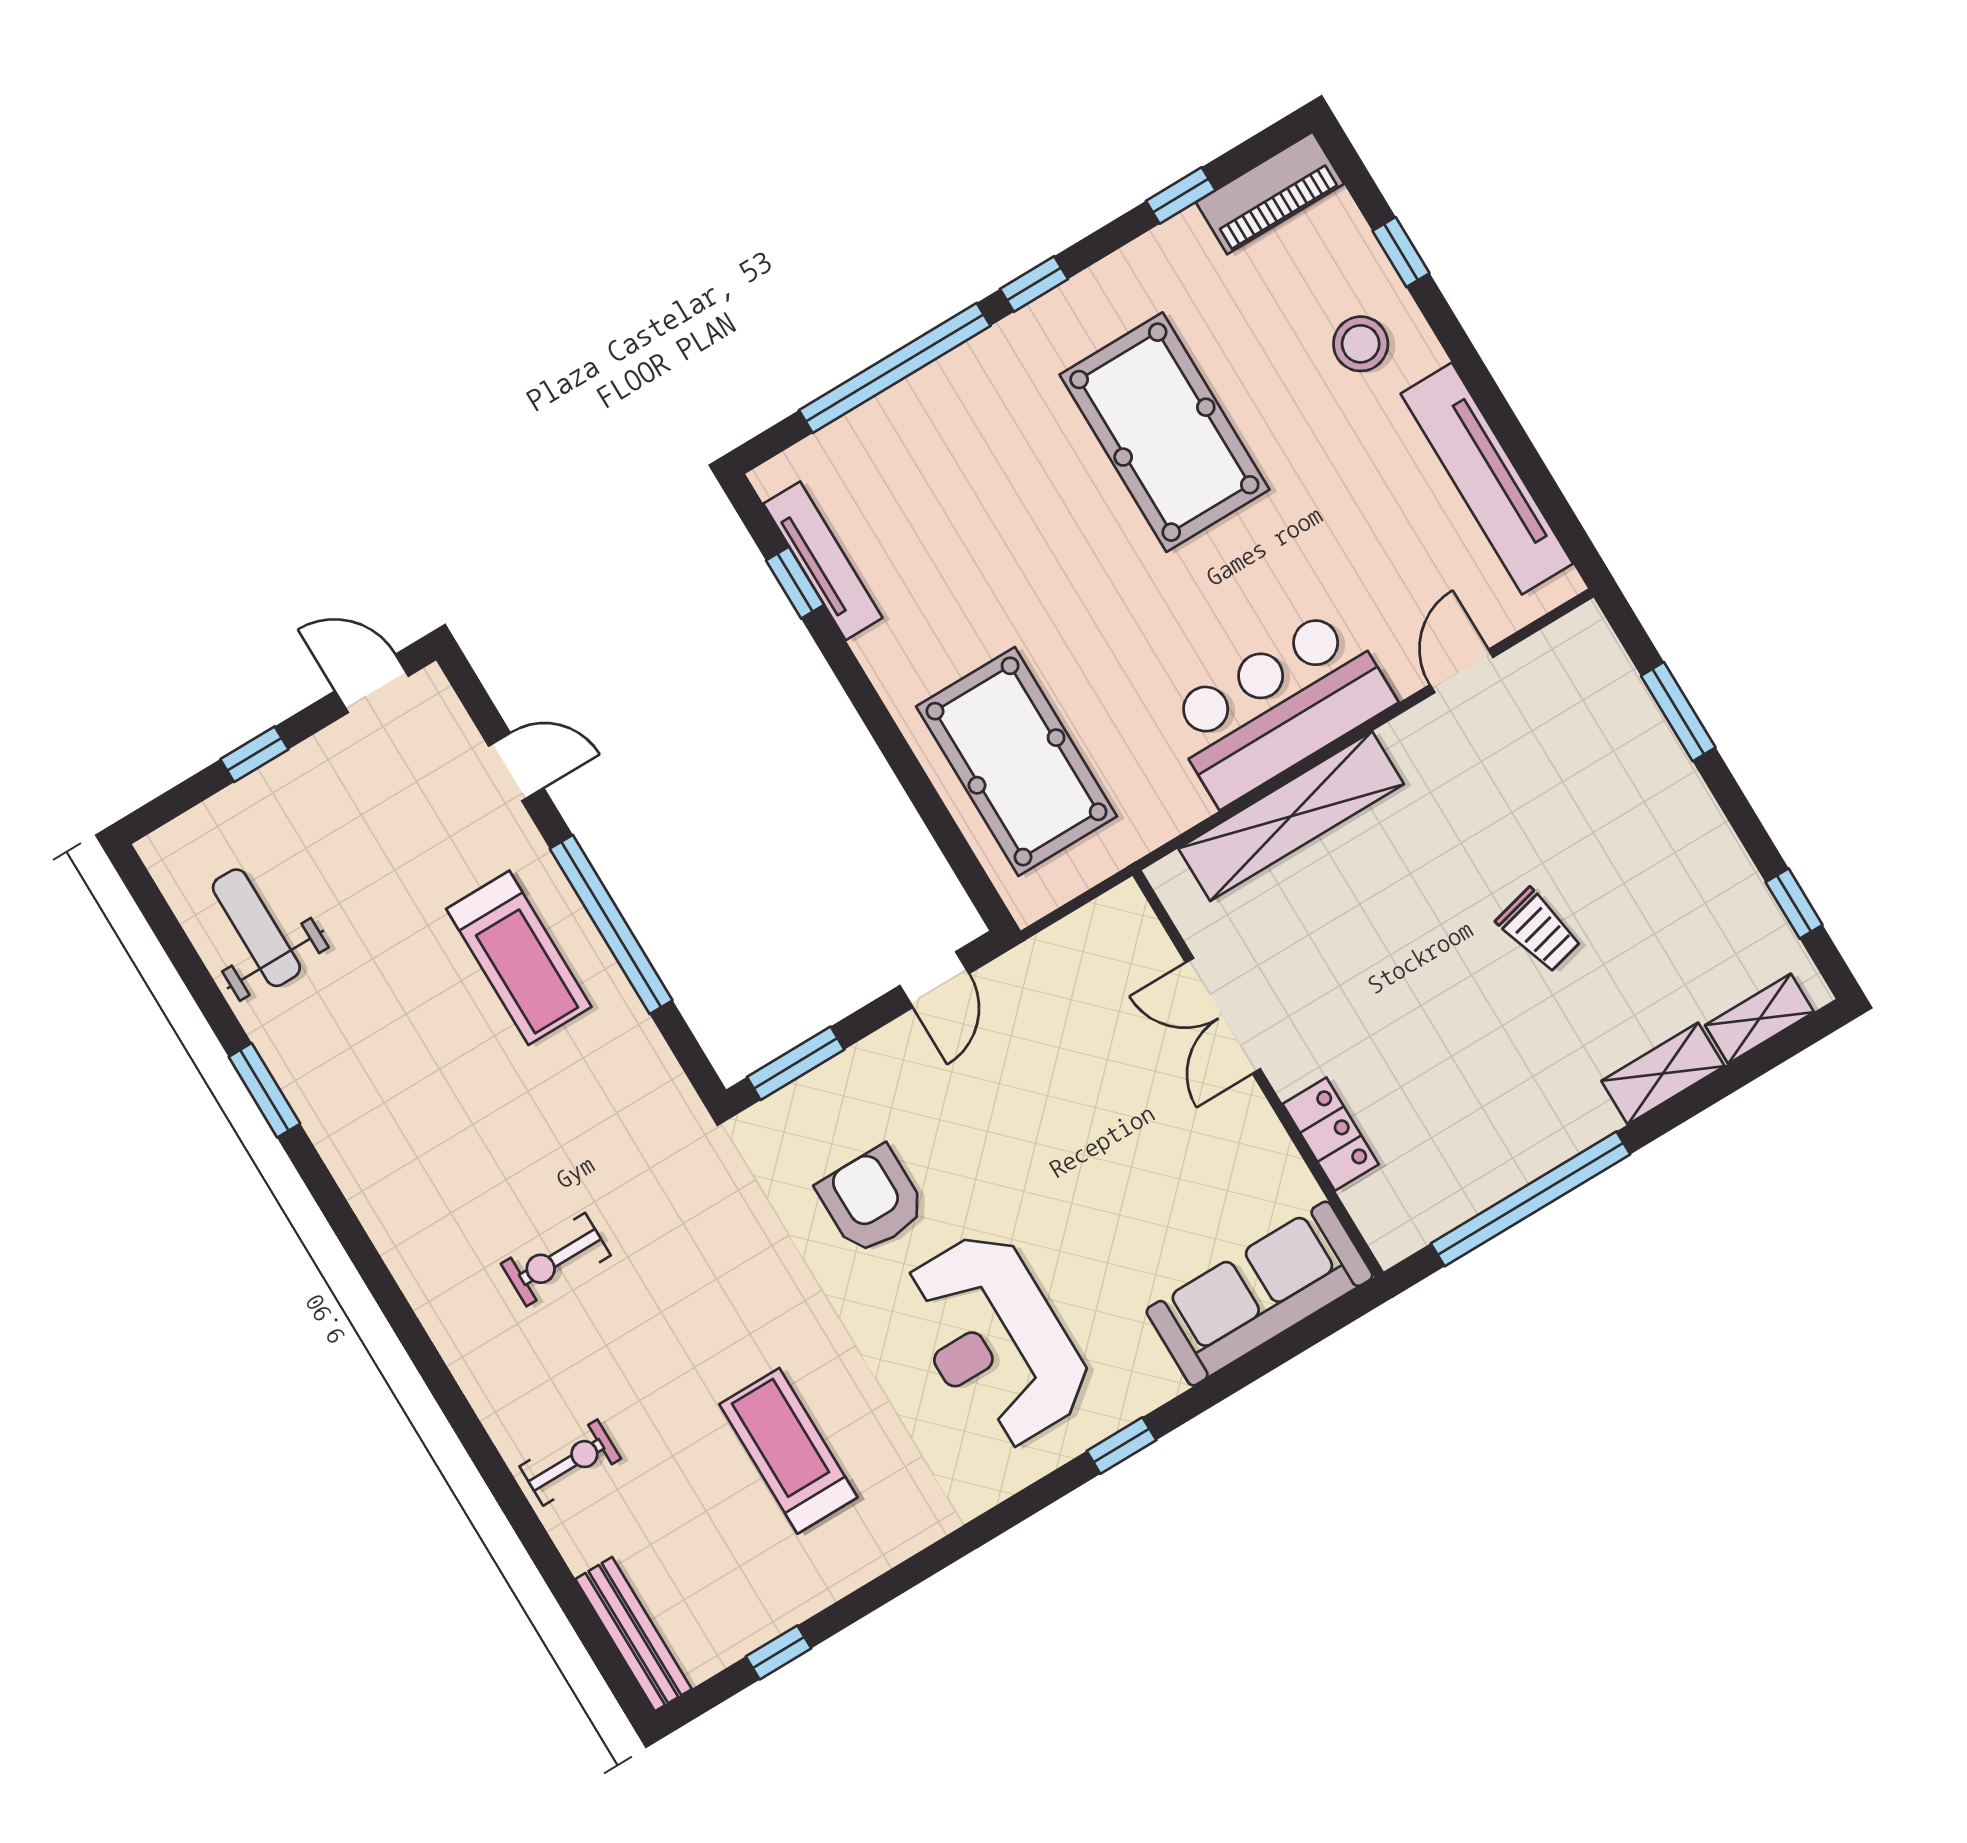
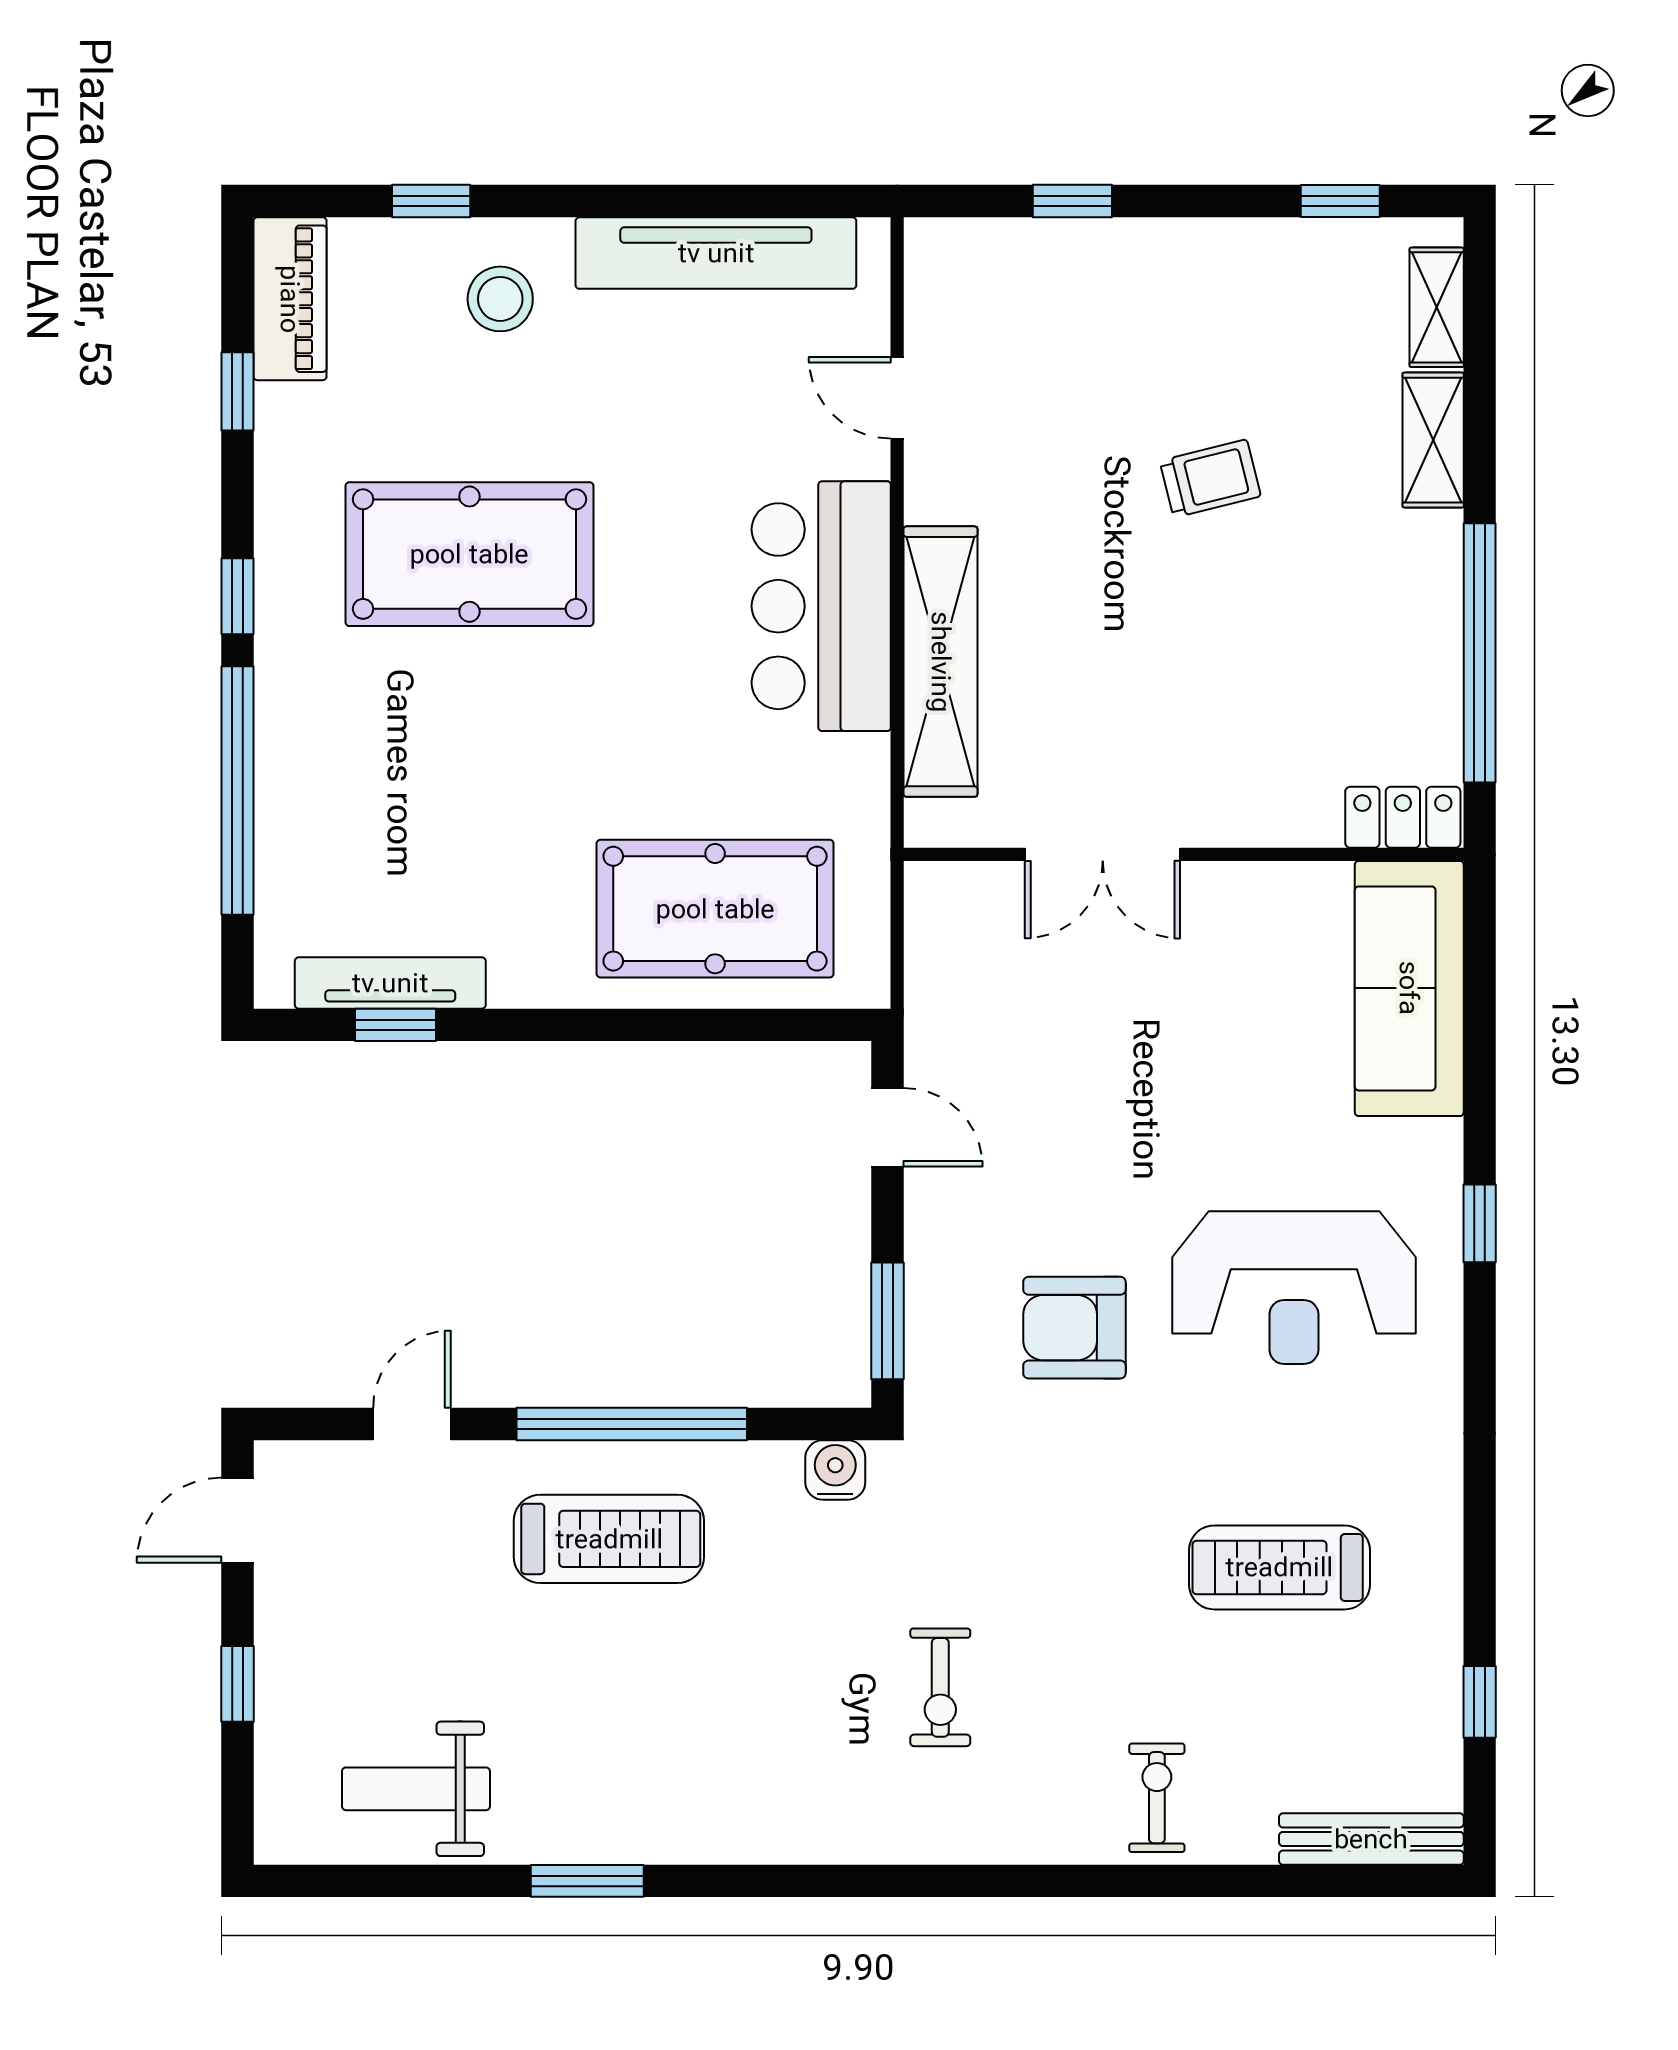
window: (1678, 712) -> (1072, 201), width x0.67
water cooler: (666, 1090) -> (835, 1470), added
locker: (1331, 1134) -> (1403, 817), moved

